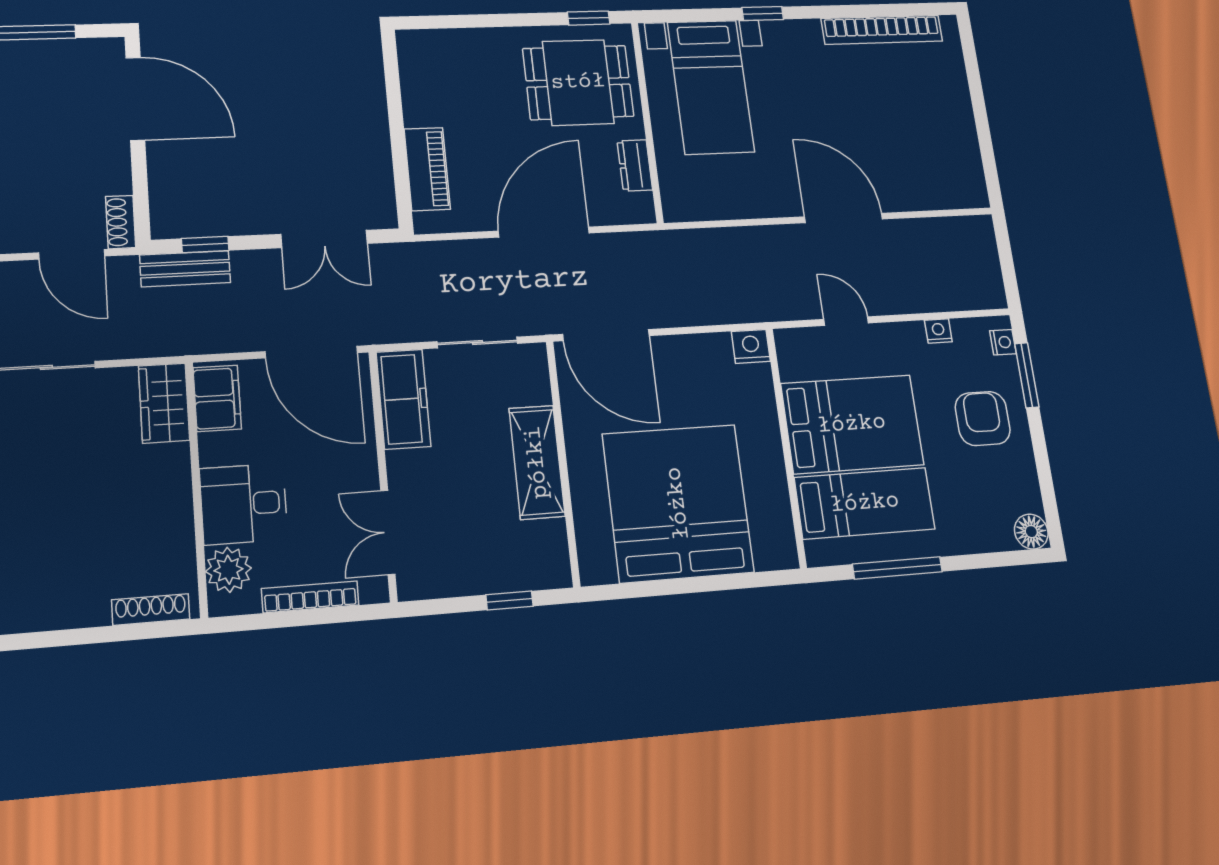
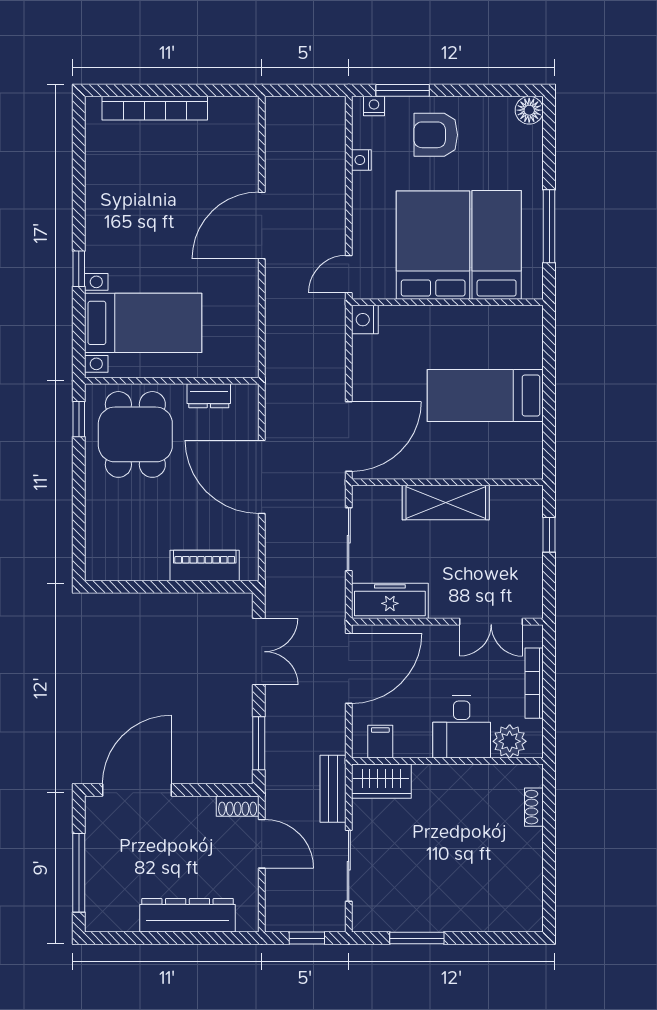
bookcase: (882, 30) -> (155, 108), moved, turned 90
window: (205, 244) -> (259, 743), width x1.50
door: (72, 254) -> (262, 844), hinge flipped
bench: (185, 269) -> (333, 789), moved
door: (846, 321) -> (349, 274), moved
filing cabinet: (217, 398) -> (380, 742), width x0.50
bed: (678, 503) -> (485, 396), width x0.49
shoe rack: (151, 609) -> (534, 807), width x0.70

